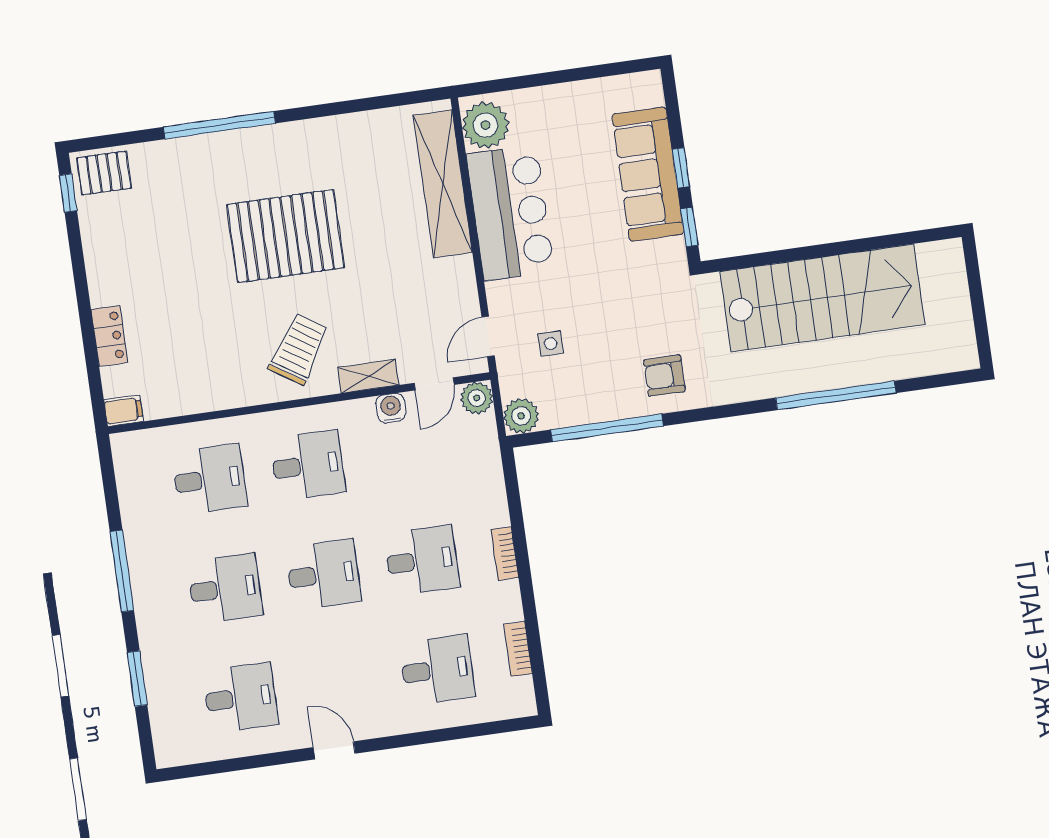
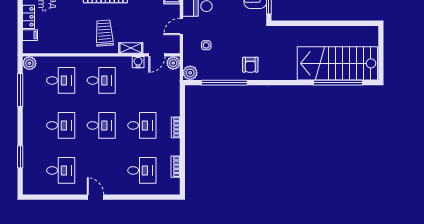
stairs: (822, 298) -> (337, 63), moved, turned 180
door: (488, 336) -> (181, 27), moved
trolley: (299, 349) -> (104, 33), turned -37
armchair: (664, 375) -> (250, 65), turned -90
window: (836, 395) -> (338, 83), moved
filing cabinet: (124, 411) -> (30, 35), moved
plant: (128, 448) -> (29, 63), added
window: (122, 571) -> (20, 90), moved

